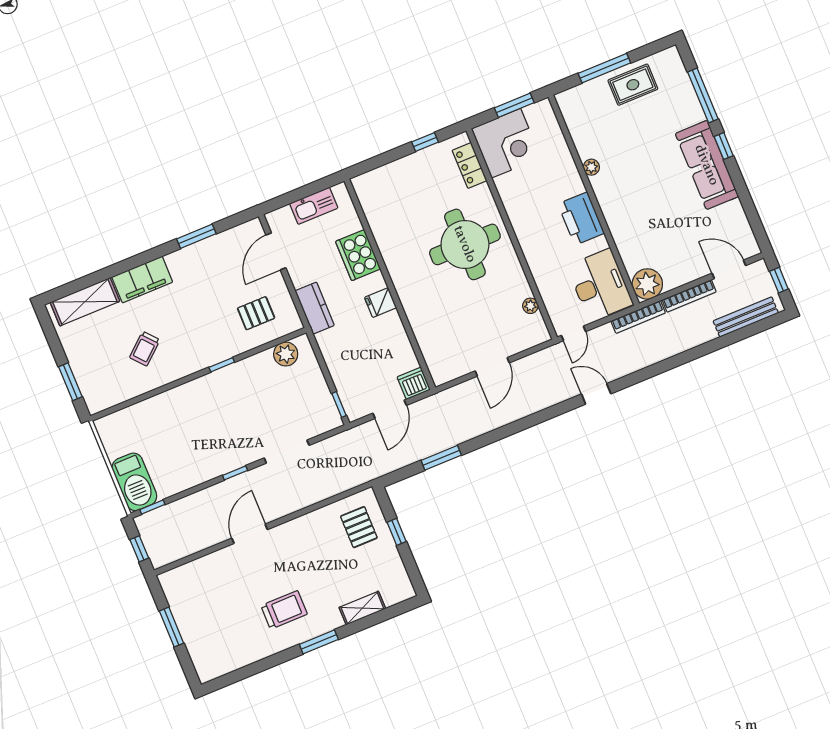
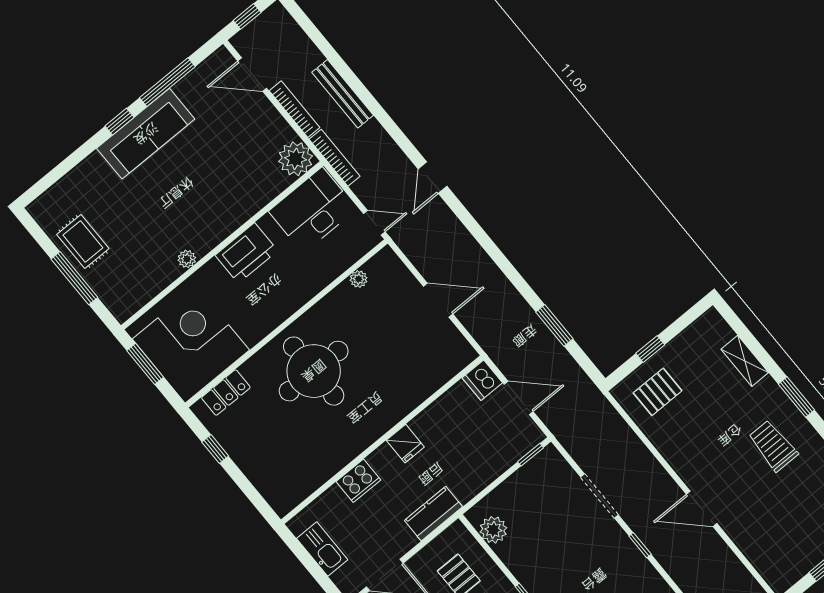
window: (703, 96) -> (167, 82), moved
corner desk: (506, 143) -> (191, 345), width x1.36, depth x1.36
cooker: (358, 255) -> (358, 481), width x0.73, depth x0.76
door: (729, 269) -> (252, 75), hinge flipped
bench: (746, 317) -> (343, 94), moved

